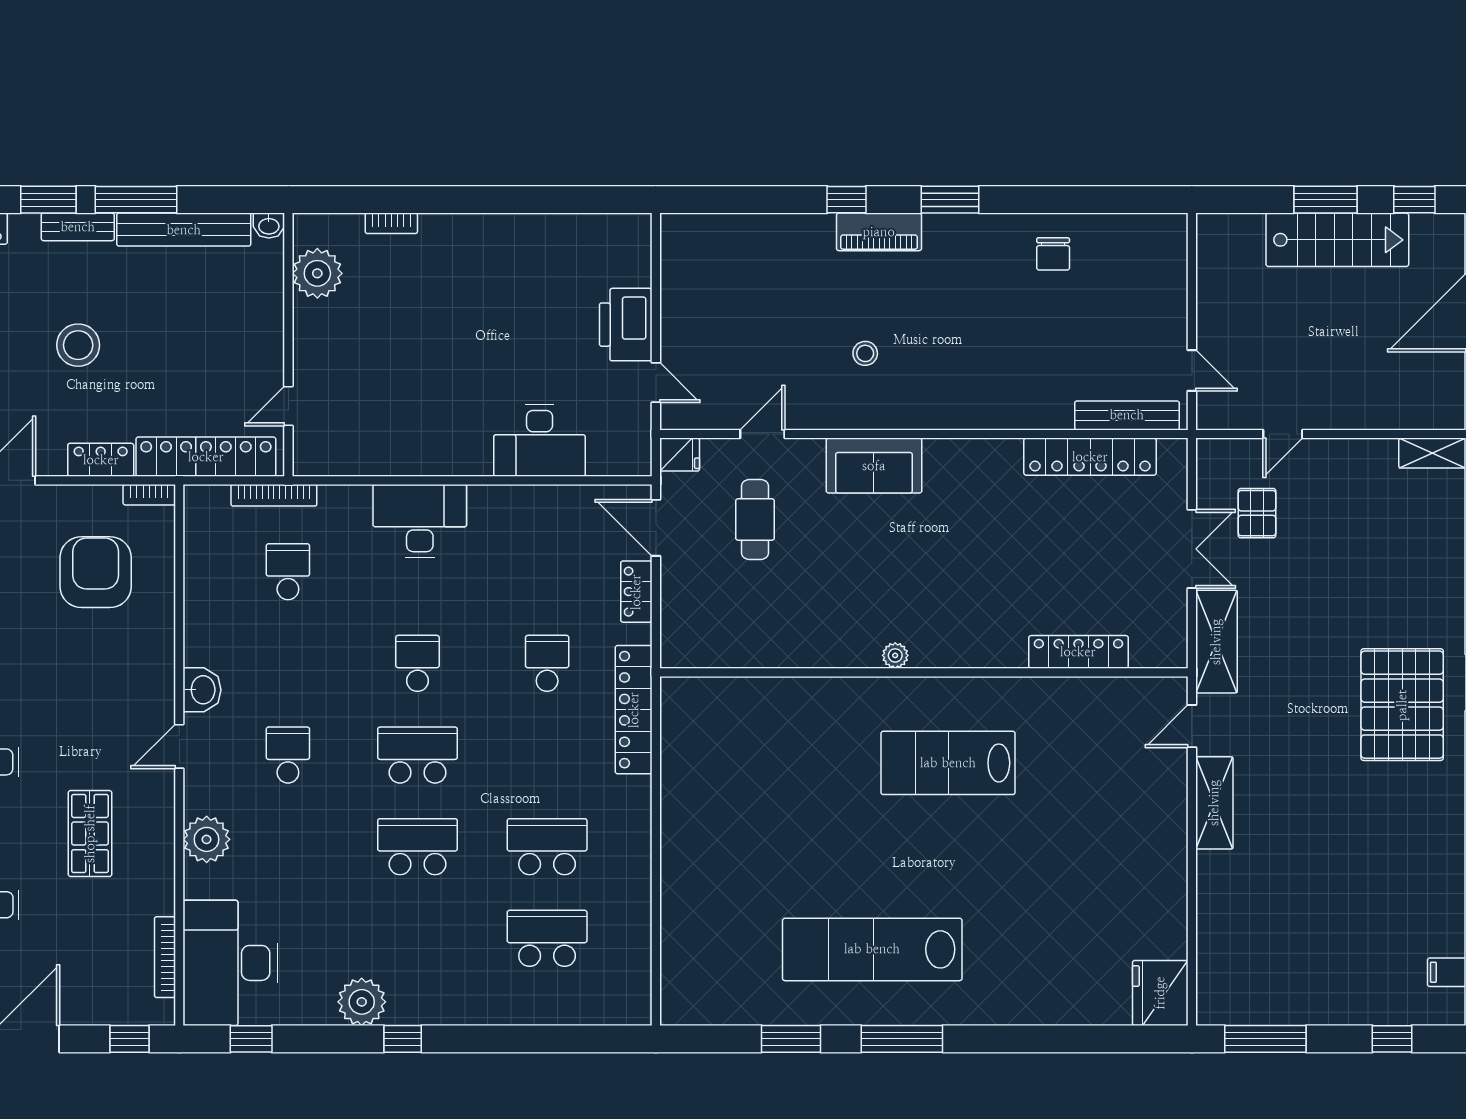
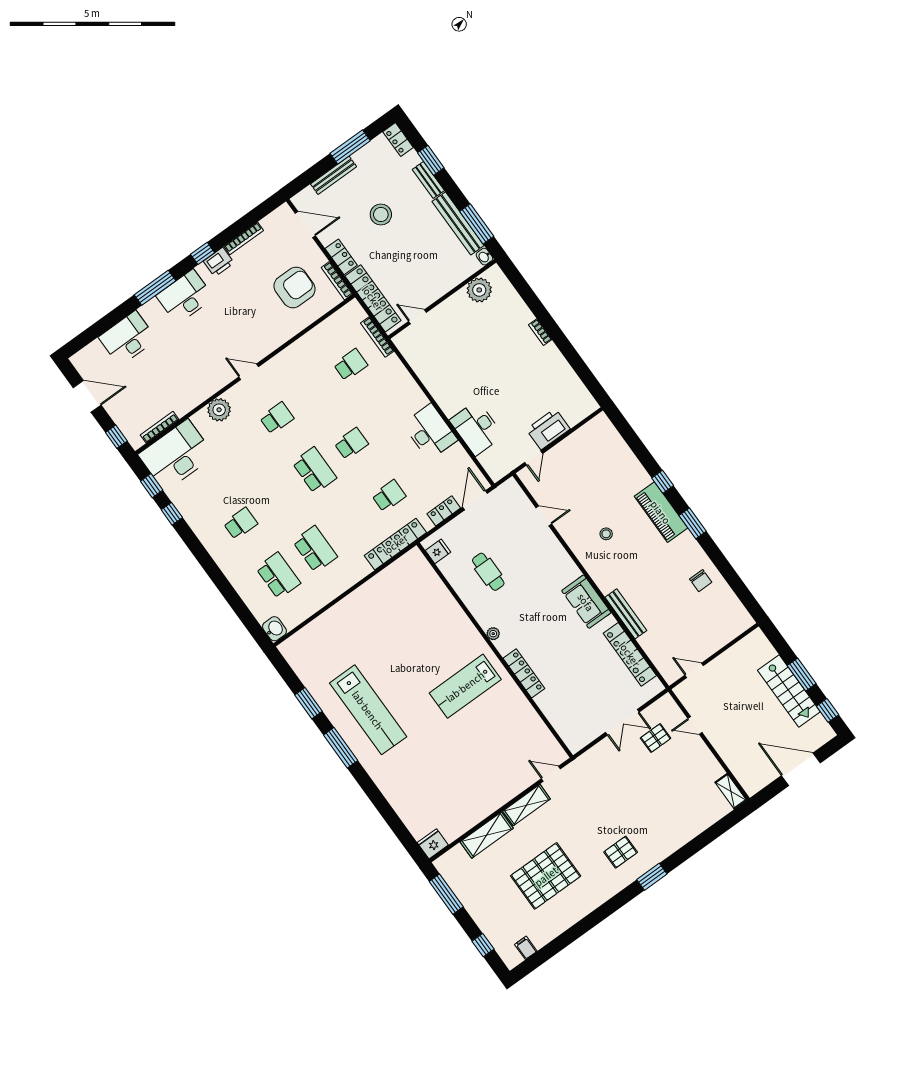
window: (136, 200) -> (477, 224), moved
bookcase: (391, 223) -> (540, 332), moved
piano: (879, 232) -> (661, 512), width x1.37, depth x1.33
chair: (1053, 254) -> (701, 581), turned -90
door: (1192, 370) -> (694, 670), swing flipped
bench: (1127, 415) -> (626, 614), moved
fridge: (680, 455) -> (438, 551), moved, turned -90
sofa: (874, 466) -> (586, 602), moved
bookcase: (149, 495) -> (337, 281), width x1.56
cafe table: (755, 520) -> (488, 572), moved, turned 90
desk: (420, 521) -> (430, 432), moved
shelving: (1216, 642) -> (487, 835), moved
locker: (1078, 652) -> (524, 673), moved
washbasin: (202, 690) -> (274, 629), moved, turned -90
pallet: (1402, 705) -> (621, 852), width x0.49, depth x0.50
lab bench: (948, 763) -> (465, 686), turned -90
shop shelf: (90, 834) -> (188, 361), removed
school desk: (418, 847) -> (241, 523), moved, width x0.54
pallet: (1353, 855) -> (546, 876), added
lab bench: (872, 949) -> (368, 710), turned 180
fridge: (1160, 993) -> (433, 844), width x0.73, depth x0.75
plant: (362, 1002) -> (199, 519), removed
window: (403, 1039) -> (172, 514), moved

